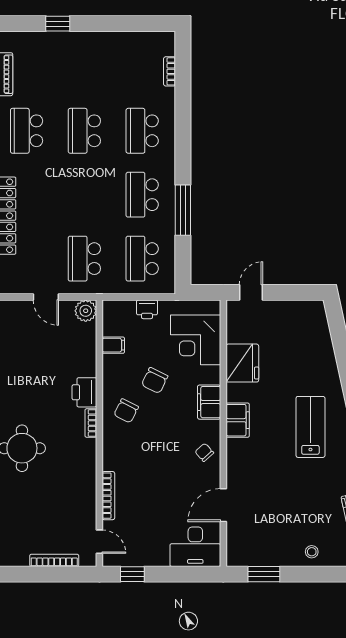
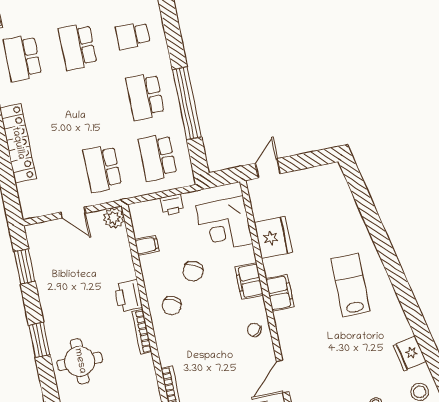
school desk: (142, 131) -> (133, 36), width x0.54
window: (183, 210) -> (187, 103), width x1.46
bookcase: (91, 423) -> (142, 332), width x1.56

